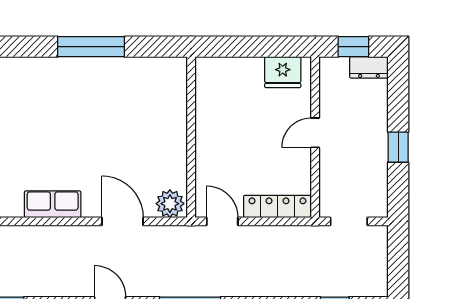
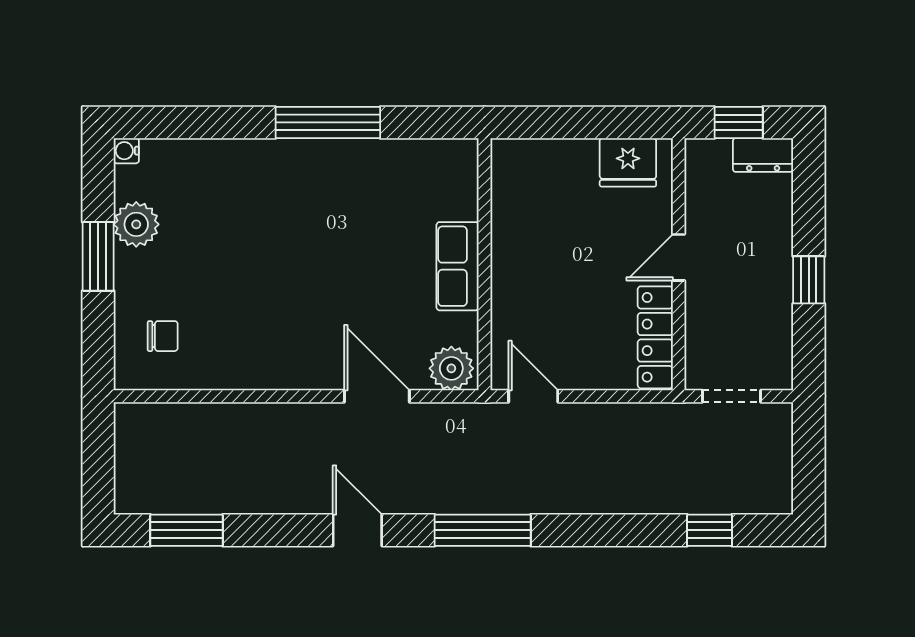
row of seats: (53, 204) -> (458, 266), moved, turned -90
locker: (277, 206) -> (655, 337), moved, turned -90

